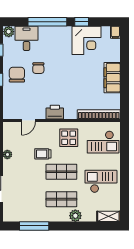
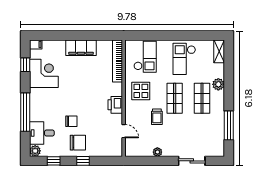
window: (82, 22) -> (25, 65), moved
chair: (17, 75) -> (78, 143), turned 180

